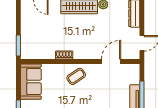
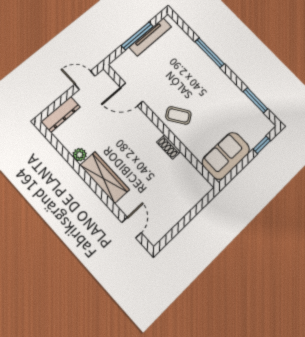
window: (18, 45) -> (203, 203), removed

